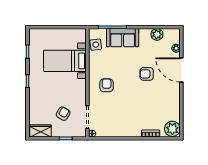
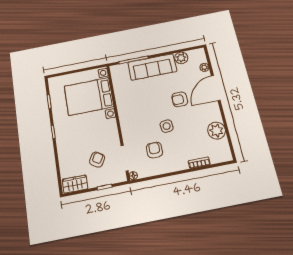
sofa: (123, 38) -> (152, 67), width x1.36
side table: (96, 45) -> (167, 126), moved
bed with nightstands: (65, 61) -> (89, 96), width x1.36
door: (181, 70) -> (216, 88), hinge flipped
armchair: (107, 85) -> (154, 150), moved
plant: (172, 129) -> (217, 131), moved

